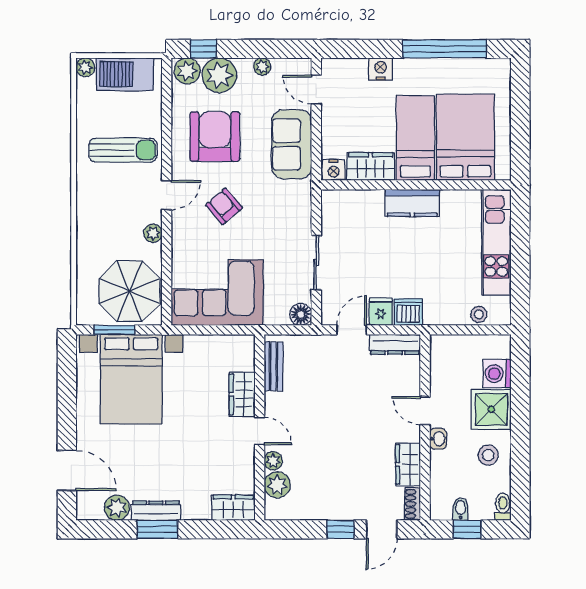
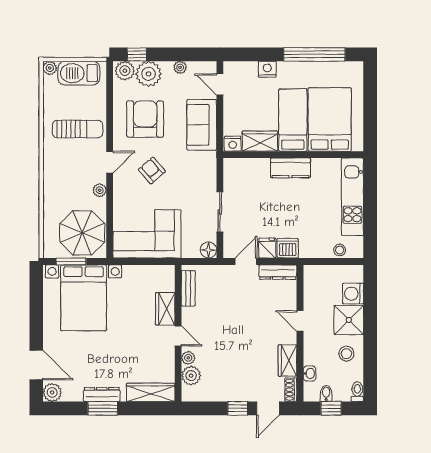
washbasin: (438, 439) -> (310, 373), moved
plant: (117, 508) -> (52, 392), moved
wardrobe: (233, 508) -> (151, 392), width x1.50

